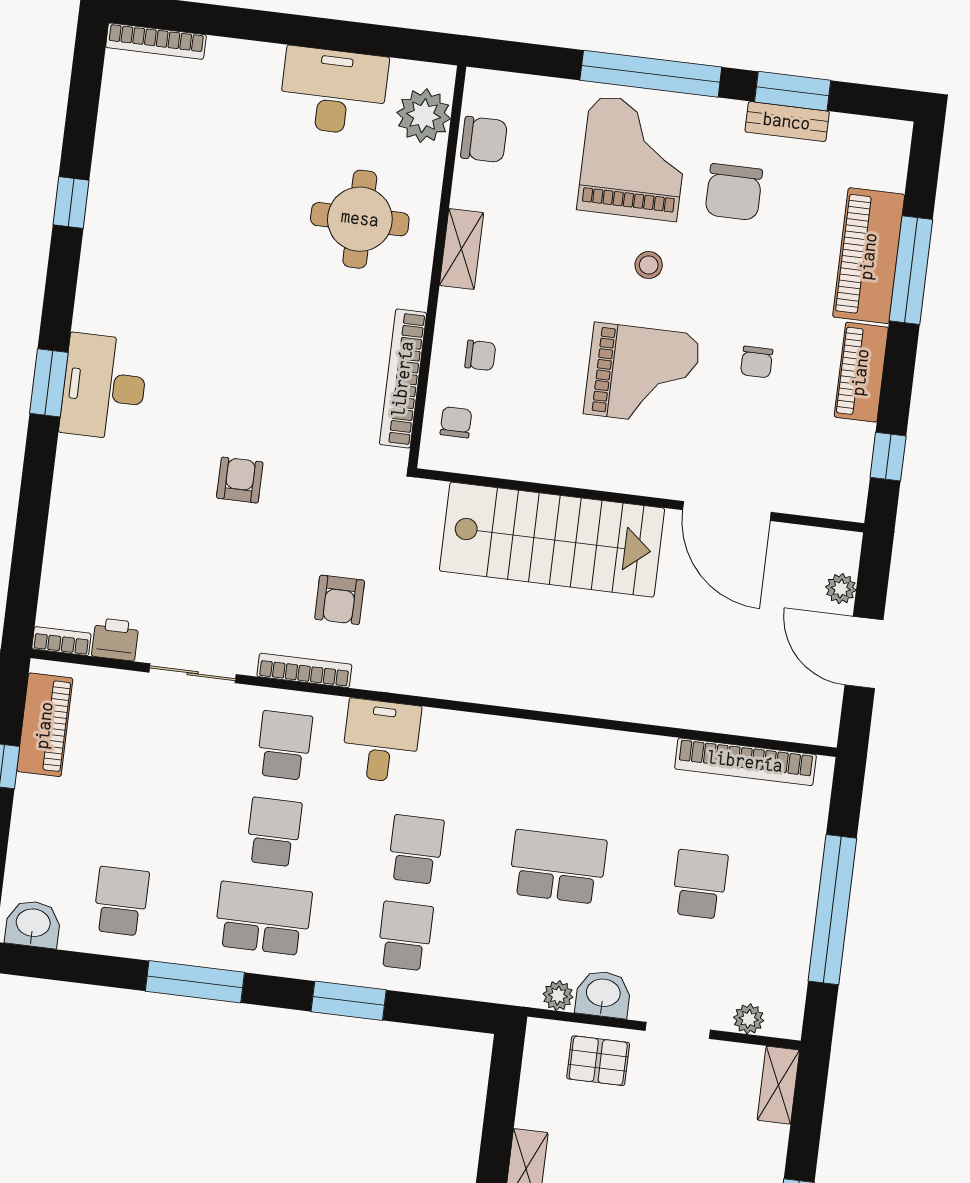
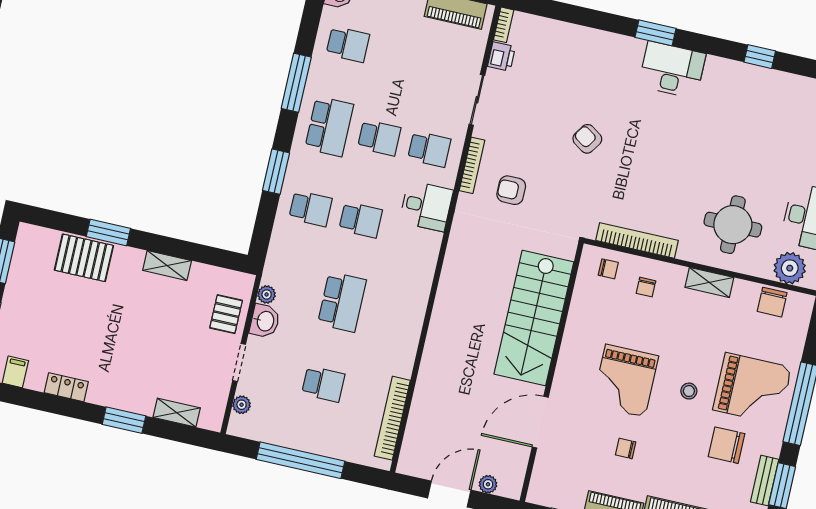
desk: (104, 387) -> (672, 70), moved
armchair: (240, 480) -> (587, 139), turned -146
shelving: (778, 1085) -> (177, 413), moved

